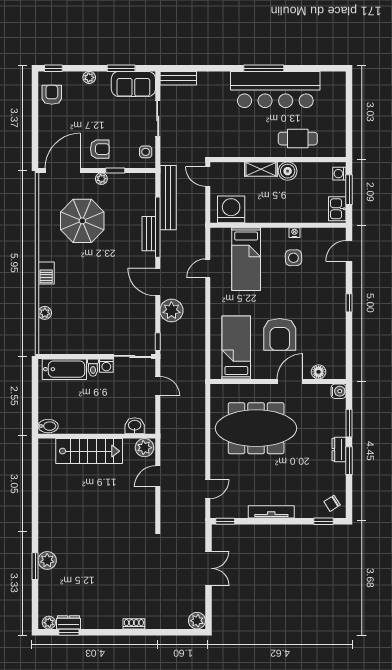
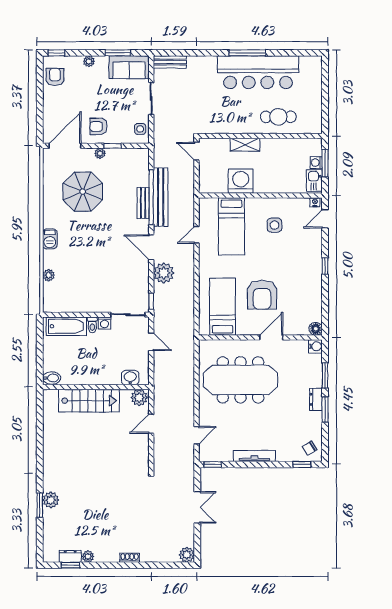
armchair: (100, 149) -> (99, 126), turned 180
boiler: (288, 171) -> (269, 146), removed
washing machine: (339, 174) -> (316, 163), moved
bench: (168, 198) -> (161, 197), moved
washing machine: (231, 209) -> (241, 181), moved
nightstand: (294, 233) -> (315, 202), moved
floor lamp: (319, 372) -> (316, 329), moved
plant: (49, 623) -> (88, 557), moved

